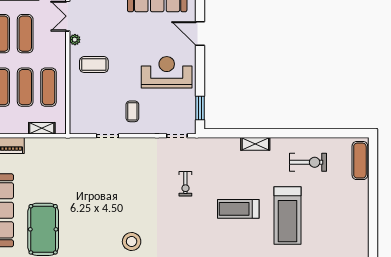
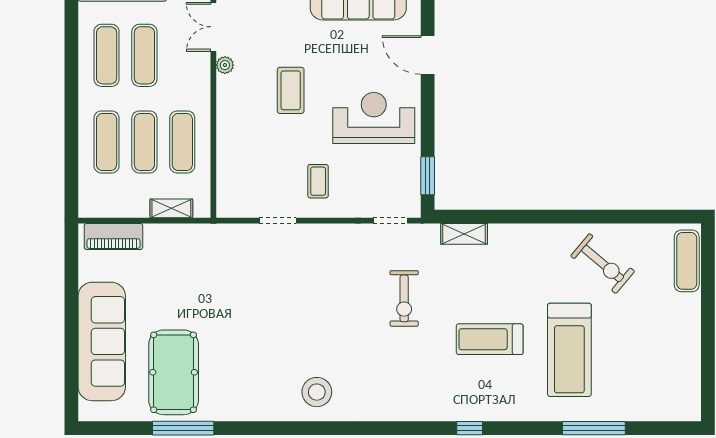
coffee table: (94, 65) -> (291, 90), moved, turned 90
shelving: (255, 144) -> (464, 234), moved
exercise bike: (308, 162) -> (603, 264), turned 40
exercise bike: (185, 184) -> (404, 298), width x1.38, depth x1.39

